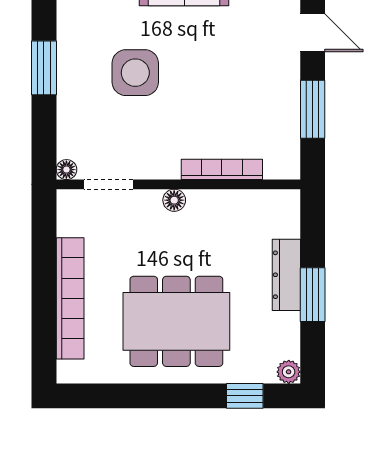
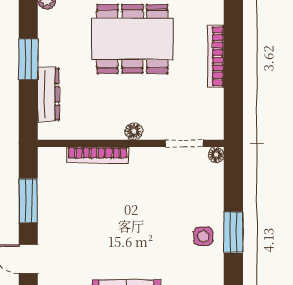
side table: (135, 73) -> (203, 236), moved, width x0.54, depth x0.54
dresser: (286, 275) -> (48, 94), moved
bookcase: (70, 298) -> (216, 56), width x0.68, depth x0.76

